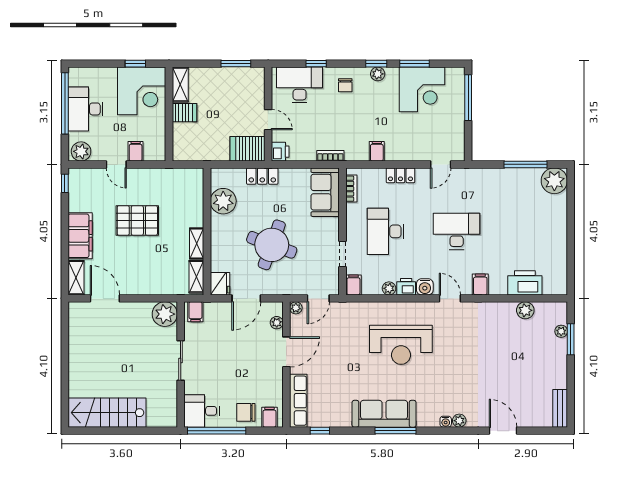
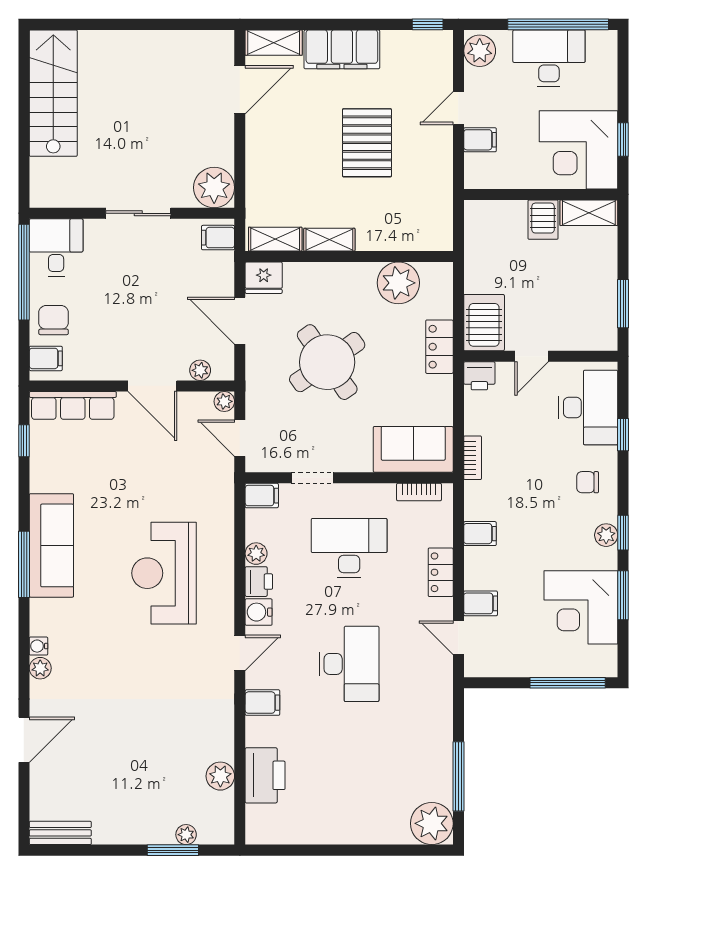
filing cabinet: (420, 151) -> (481, 603), added
round table: (272, 245) -> (327, 362), turned 35

